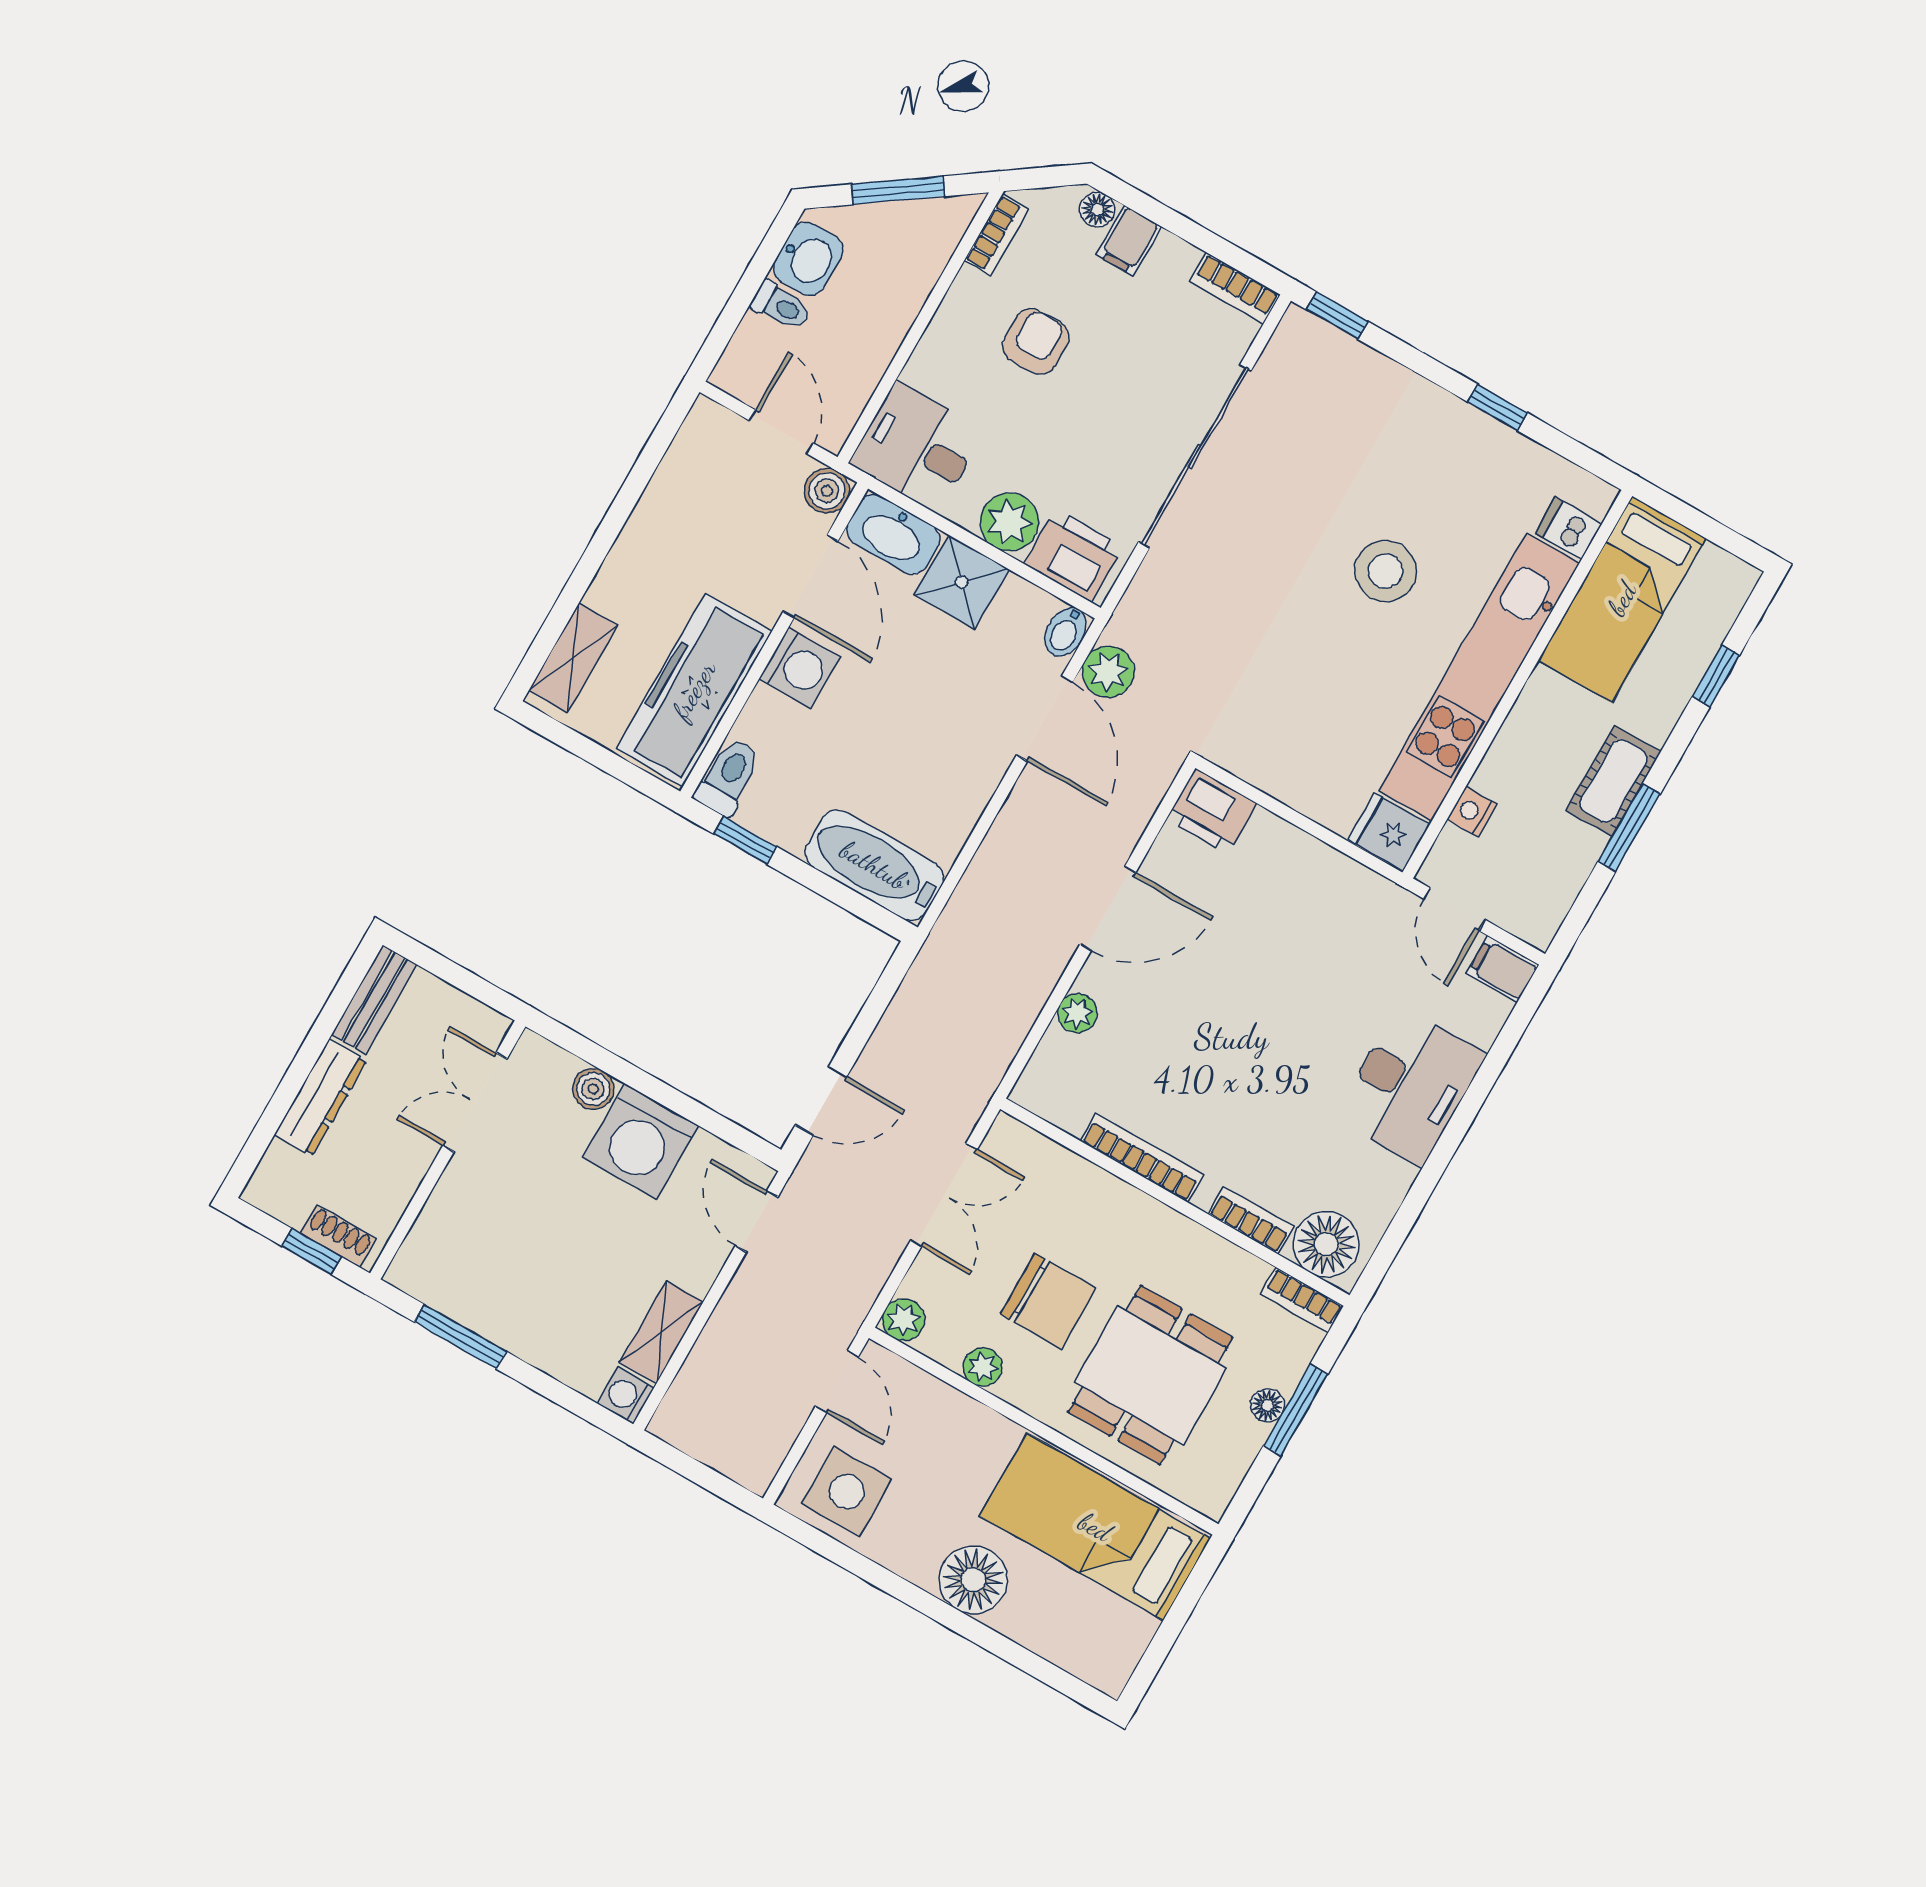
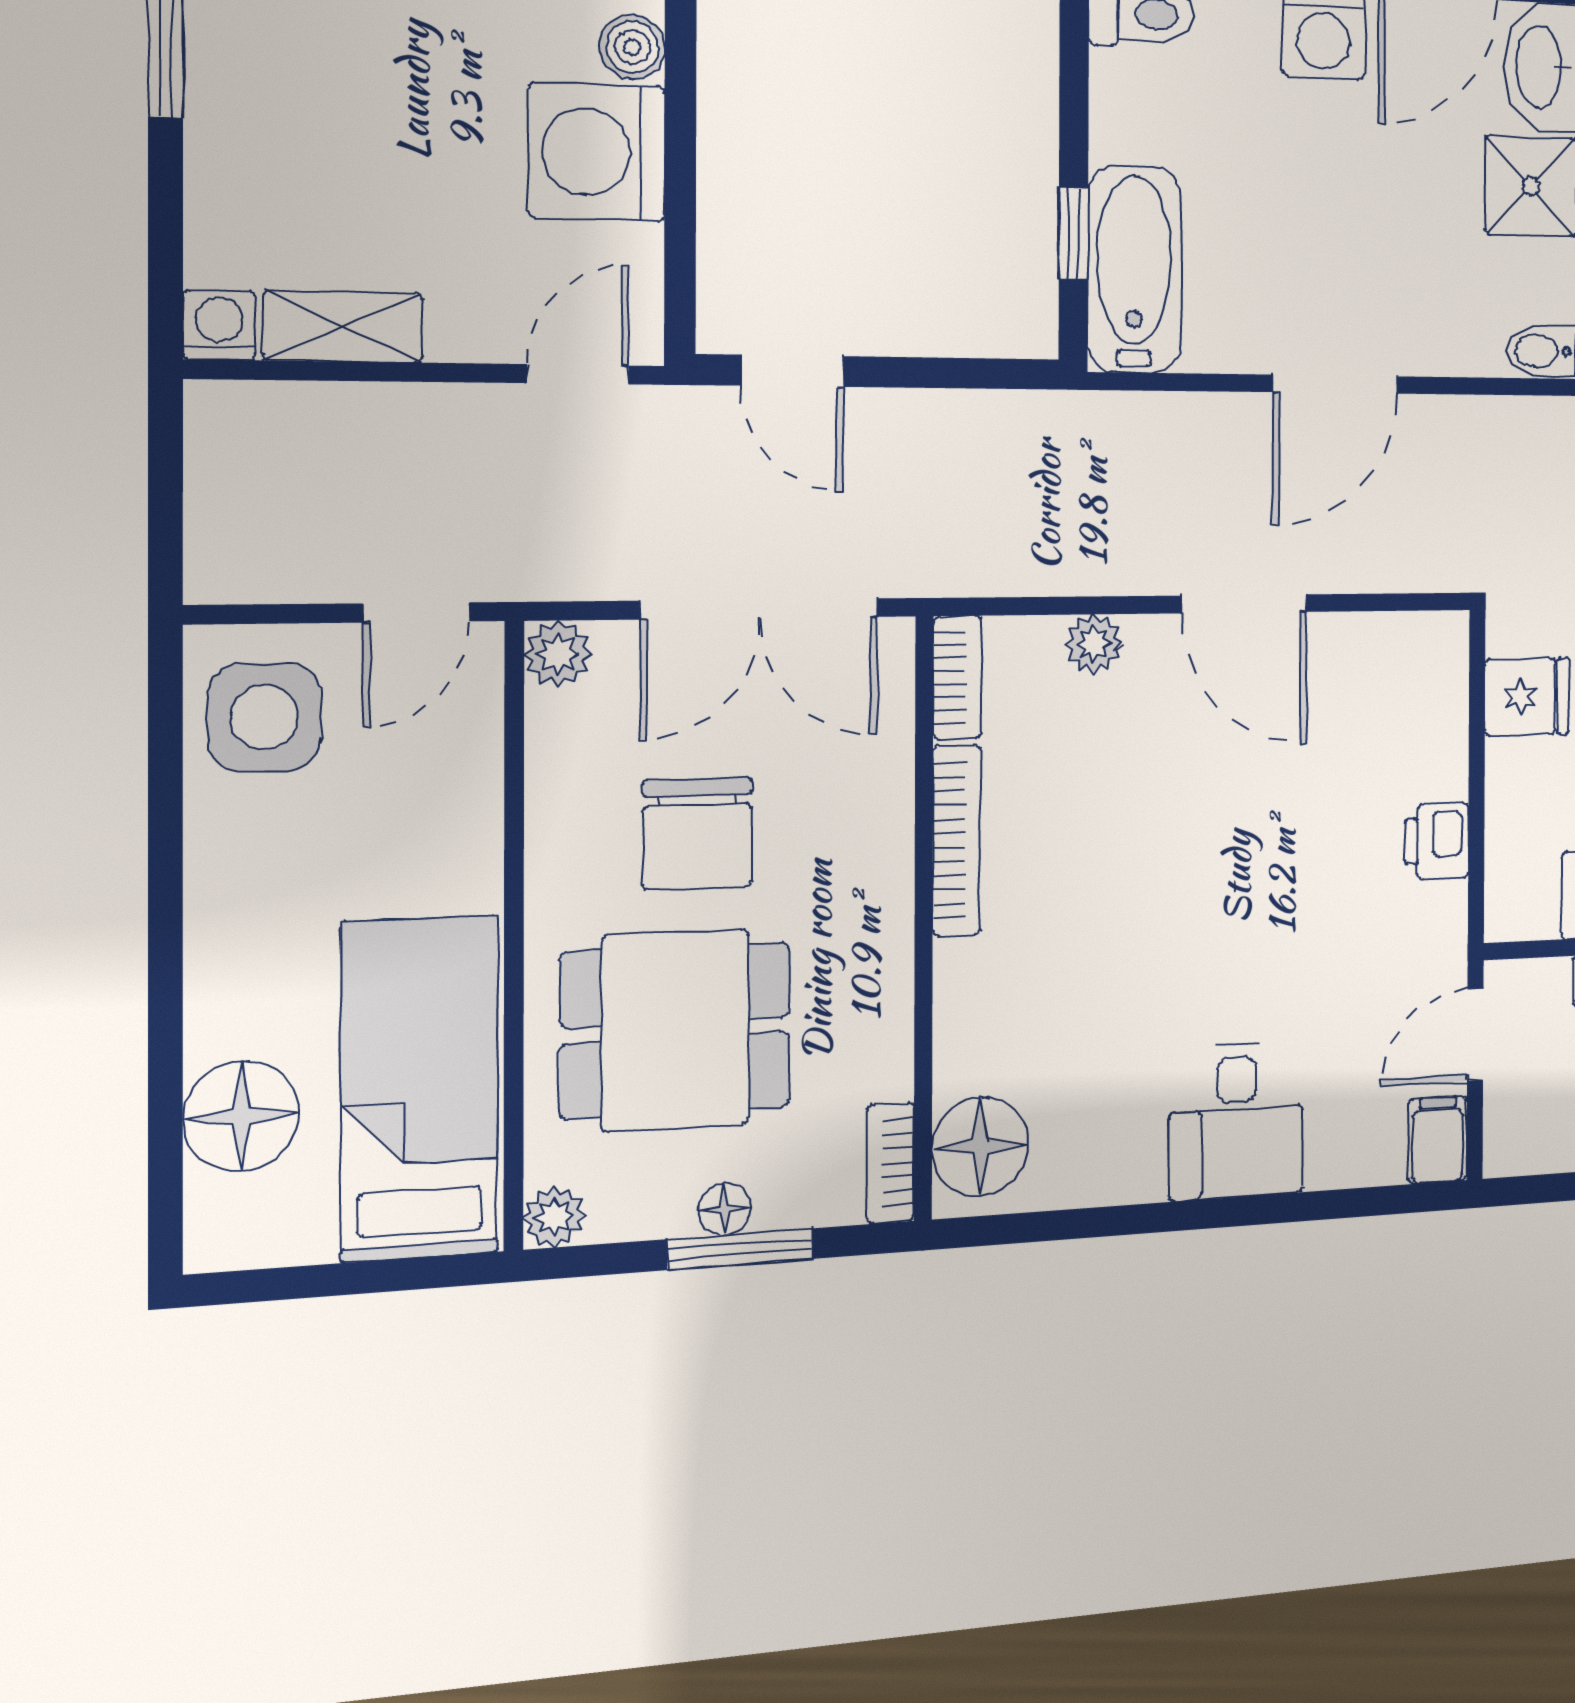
plant: (1108, 672) -> (1523, 432), removed
door: (1045, 719) -> (1336, 384), moved
printer: (1212, 811) -> (1437, 841), moved, width x0.73, depth x0.81
fridge: (1389, 832) -> (1527, 697), moved, turned 90
window: (745, 840) -> (1073, 233), moved
desk: (1410, 1086) -> (1237, 1121), width x0.73
double door: (944, 1195) -> (760, 609), width x1.37
bookcase: (1251, 1220) -> (957, 677), moved
plant: (983, 1367) -> (554, 1217), moved
floor lamp: (973, 1580) -> (241, 1116), moved

